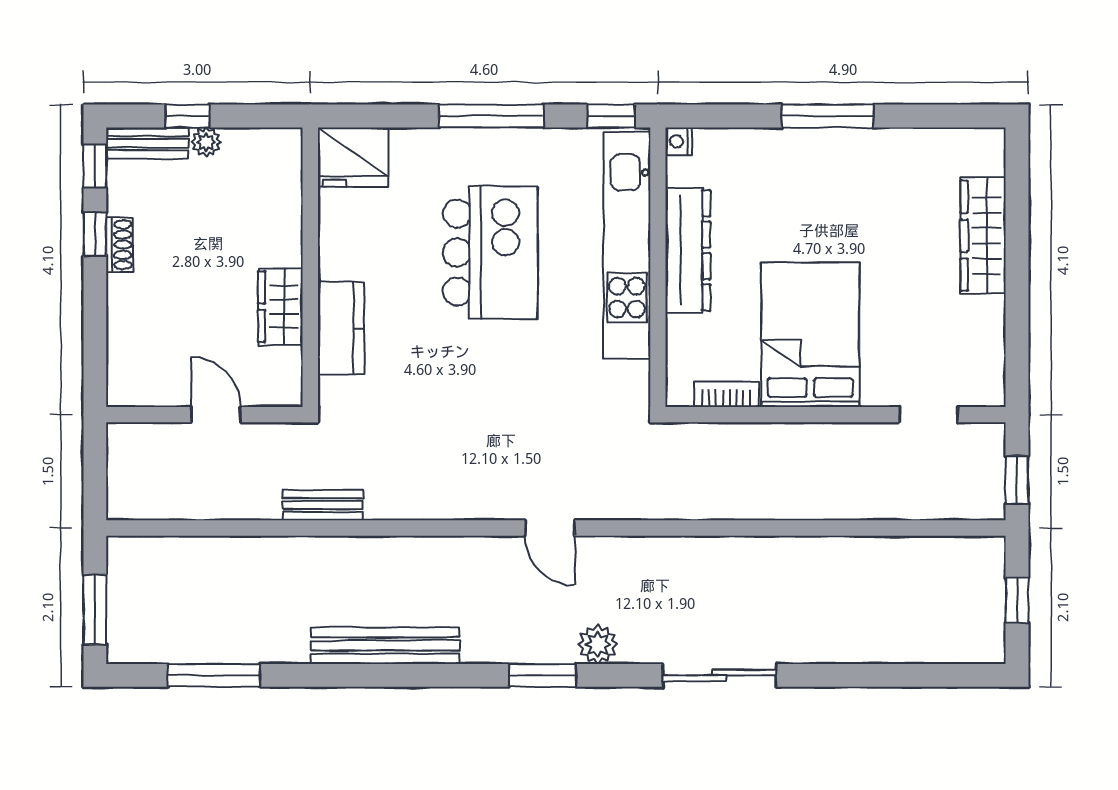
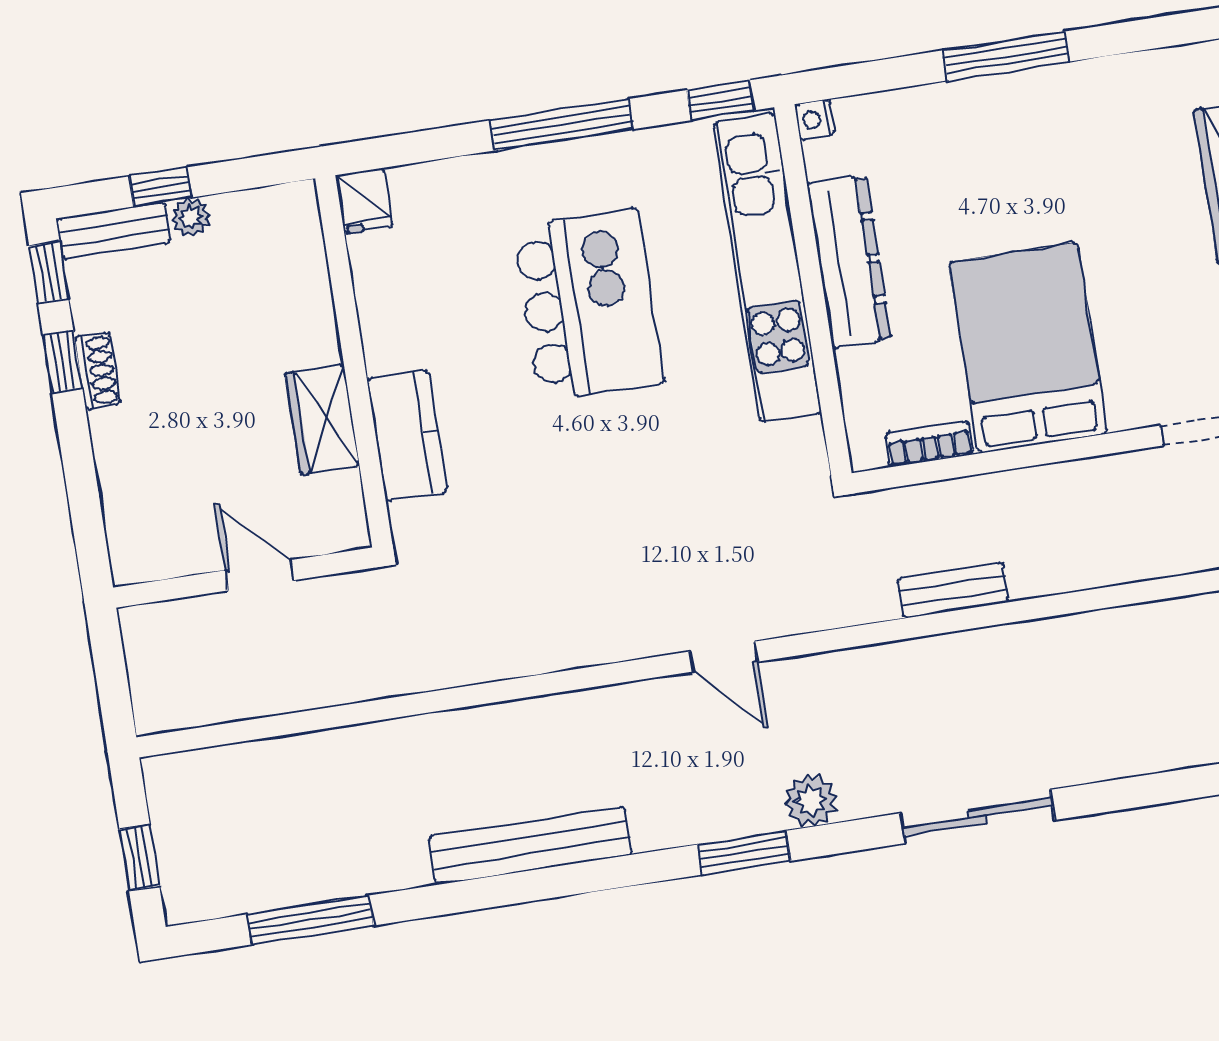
fridge: (353, 157) -> (364, 201), width x0.53, depth x0.75
bench: (323, 505) -> (953, 590), moved
window: (95, 610) -> (139, 858), width x0.67

